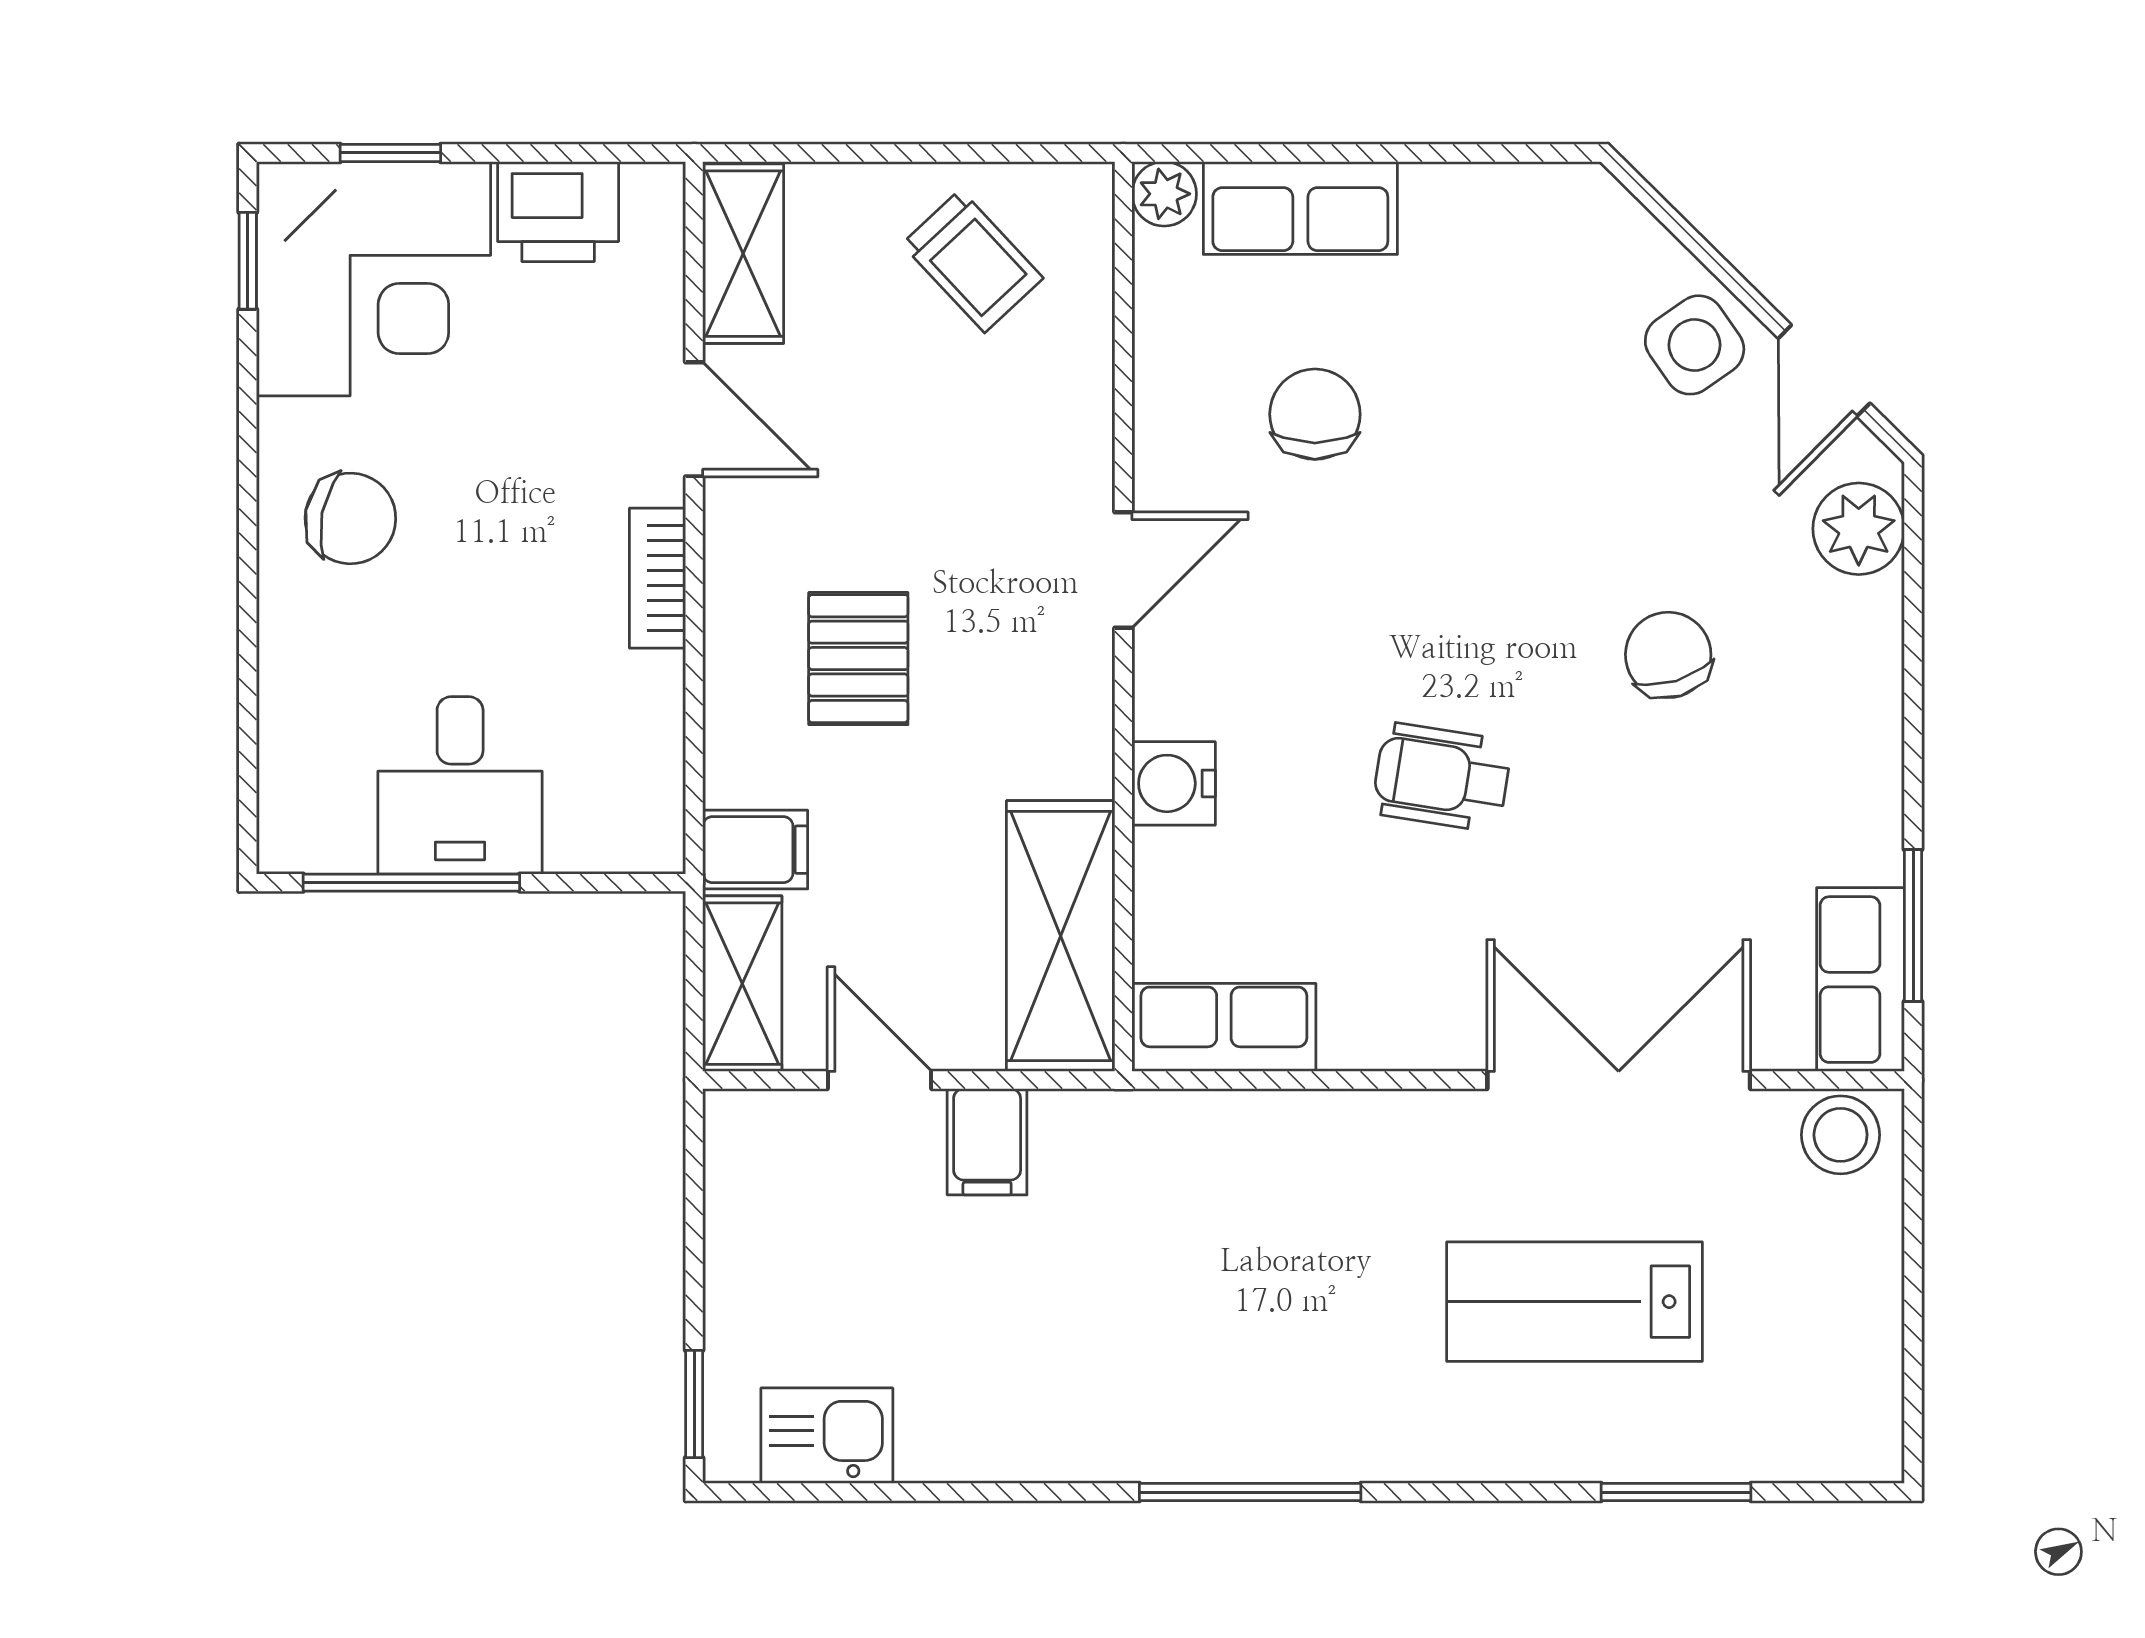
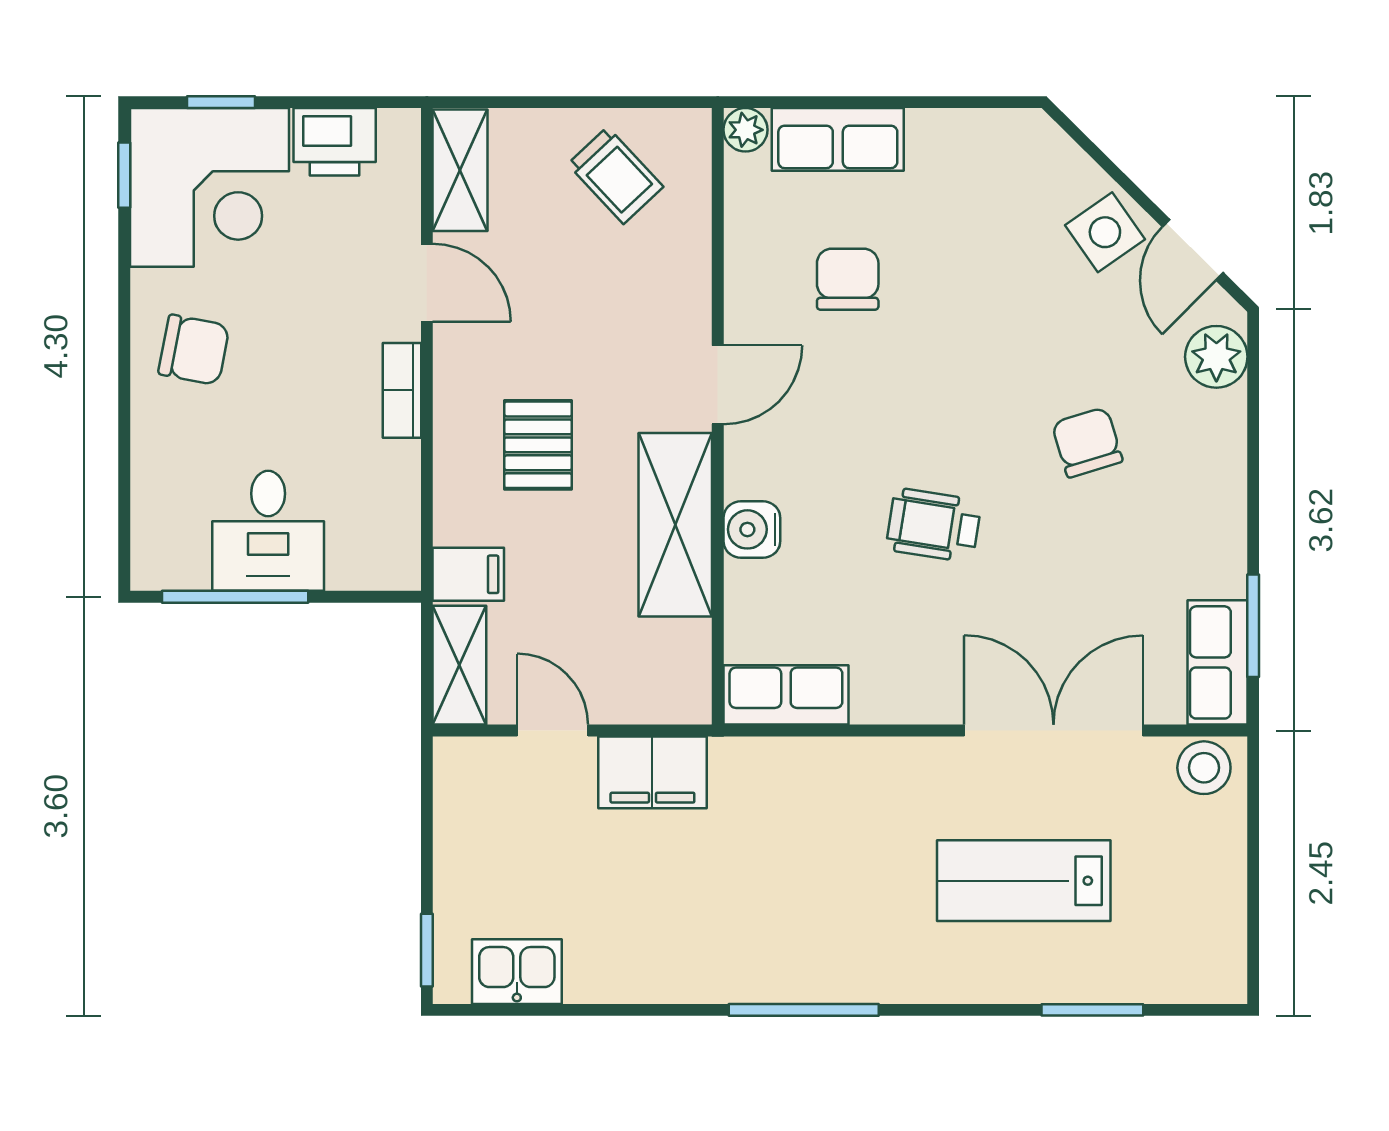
shelving: (1061, 936) -> (675, 525), moved
filing cabinet: (987, 1142) -> (652, 772), width x2.00

